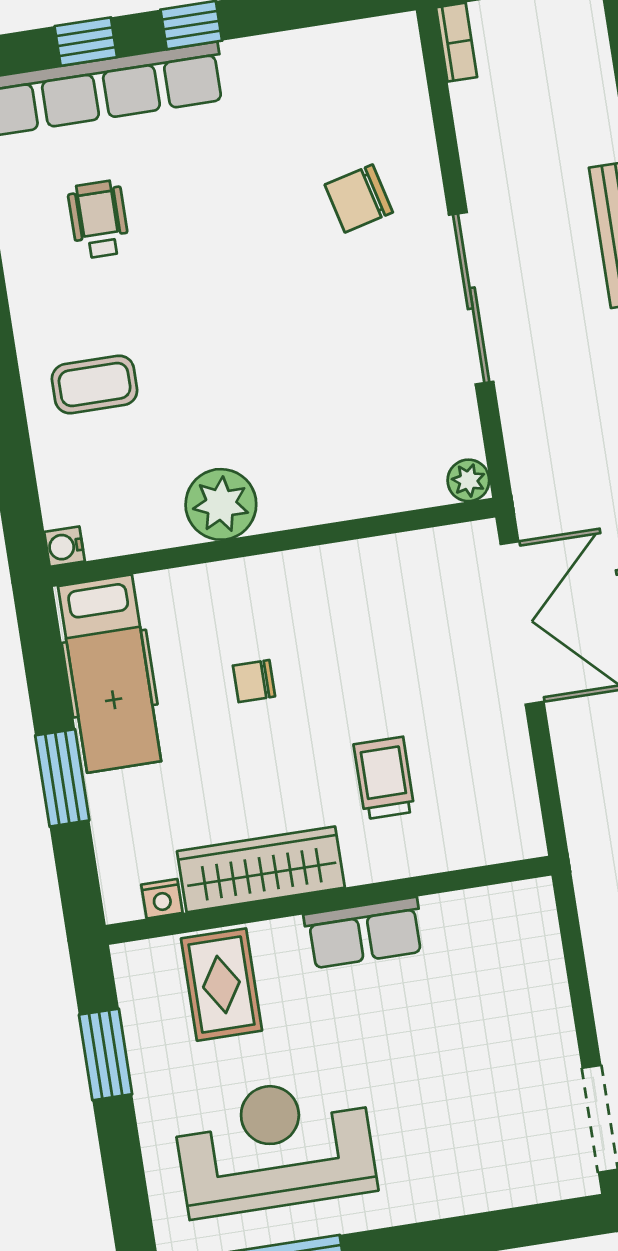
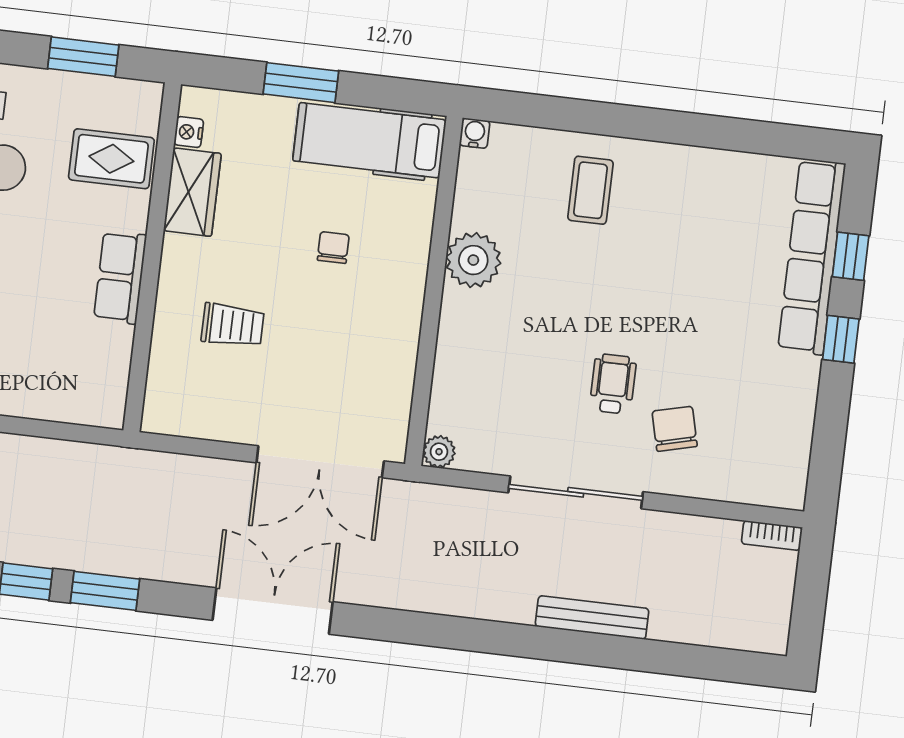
wheelchair: (99, 219) -> (613, 384), moved, turned -90
wardrobe: (261, 869) -> (192, 192), width x0.67

